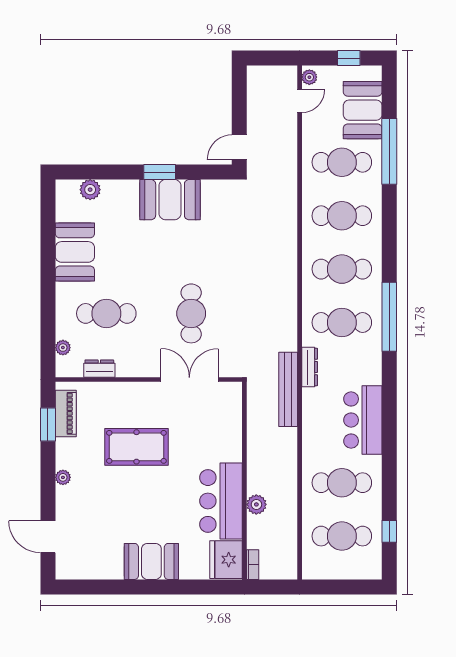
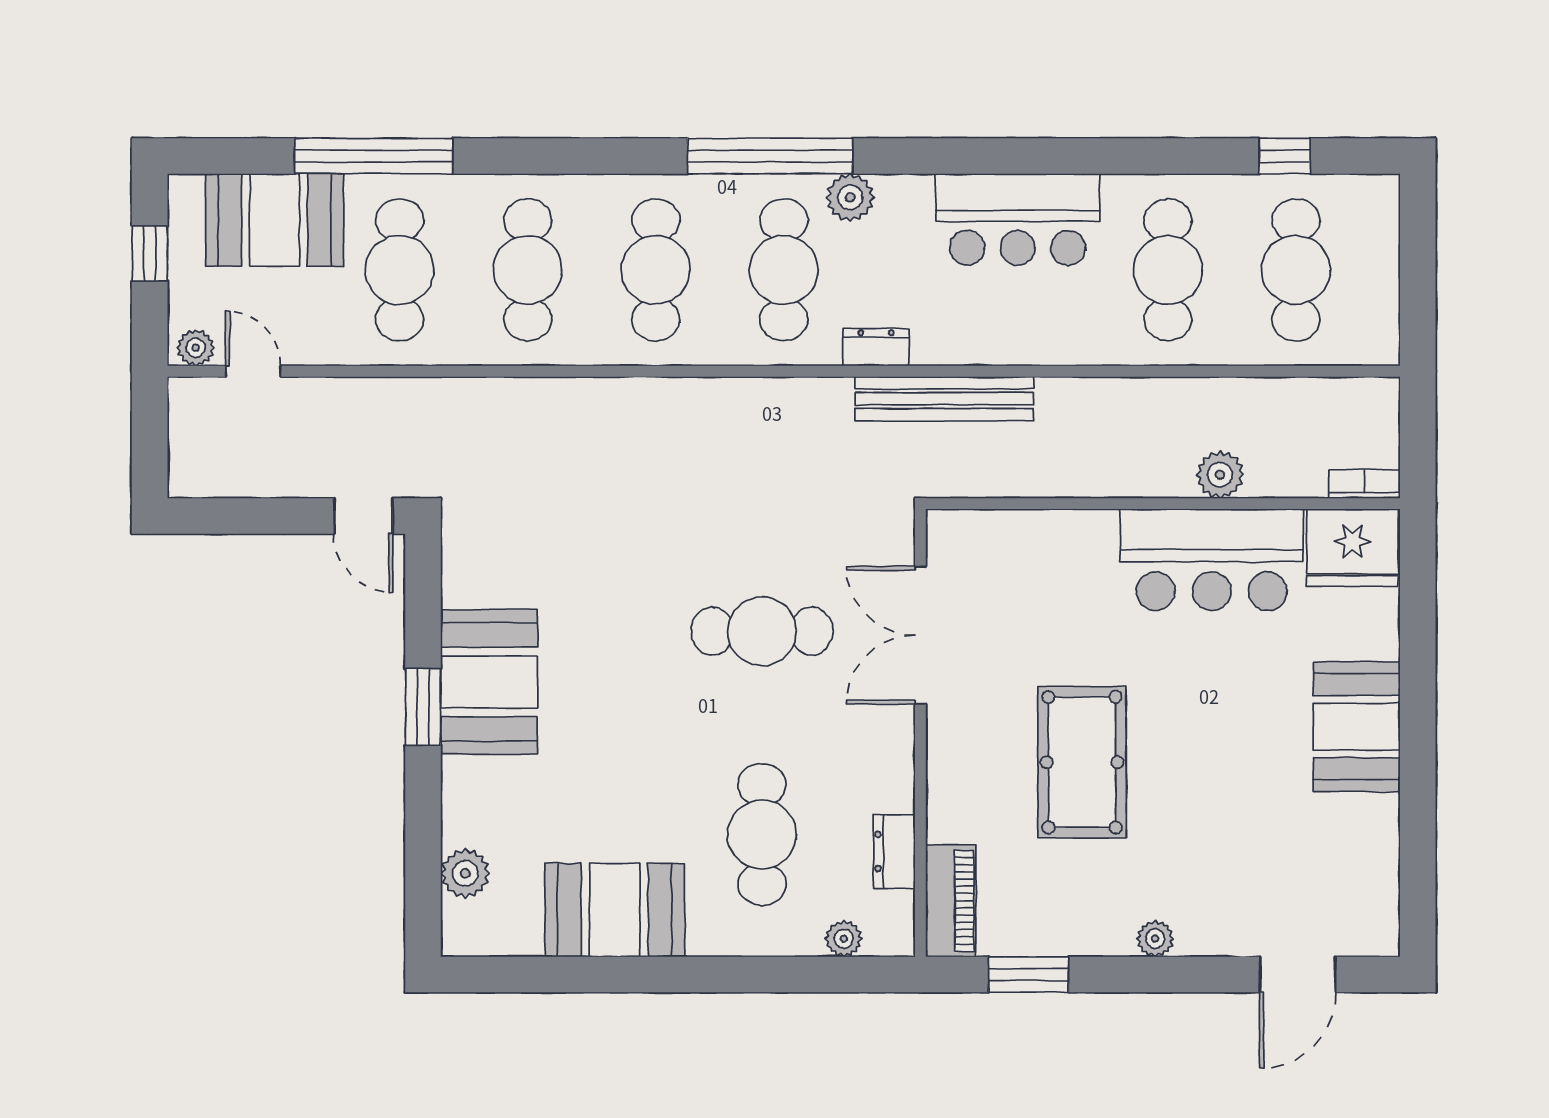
plant: (372, 350) -> (850, 197), added
dresser: (310, 367) -> (876, 347), width x0.70
piano: (66, 413) -> (951, 901), moved, turned 90

